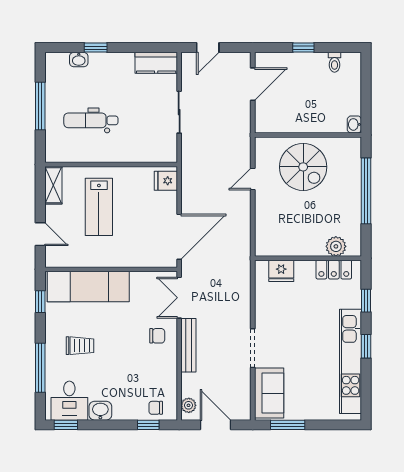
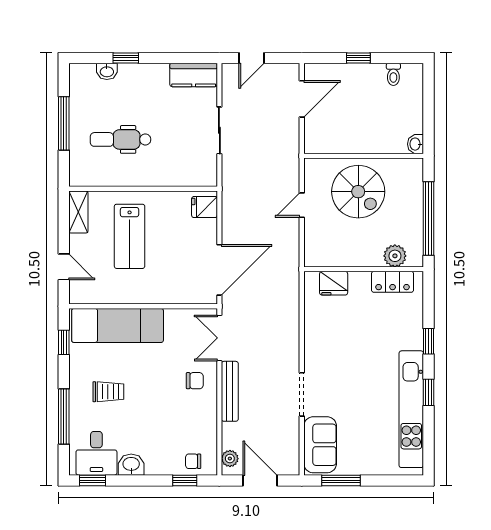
plant: (336, 246) -> (395, 256), moved
wall: (308, 258) -> (364, 269), moved
locker: (334, 270) -> (393, 282), moved
fridge: (281, 271) -> (334, 283), moved

